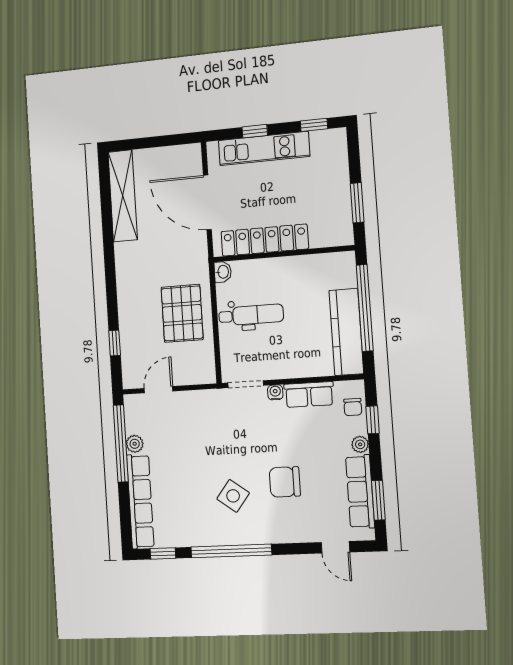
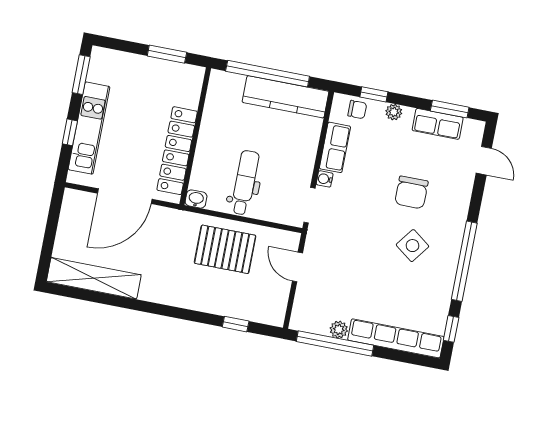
window: (314, 125) -> (81, 75), width x1.50
door: (158, 390) -> (297, 267), moved
row of seats: (360, 492) -> (438, 124), width x0.68
door: (335, 547) -> (484, 161), hinge flipped

